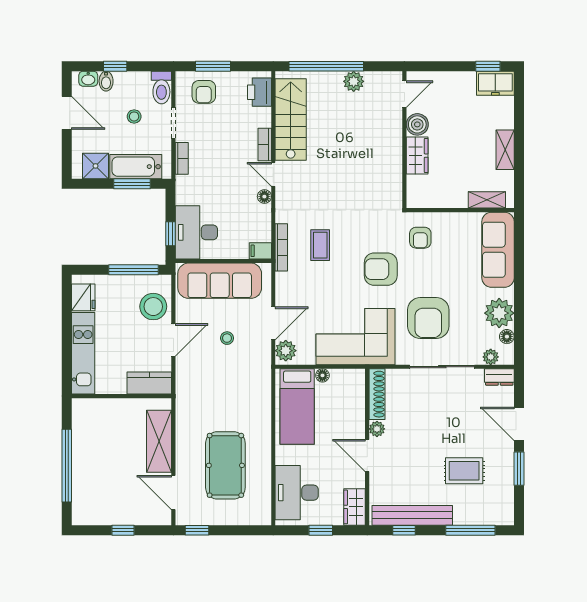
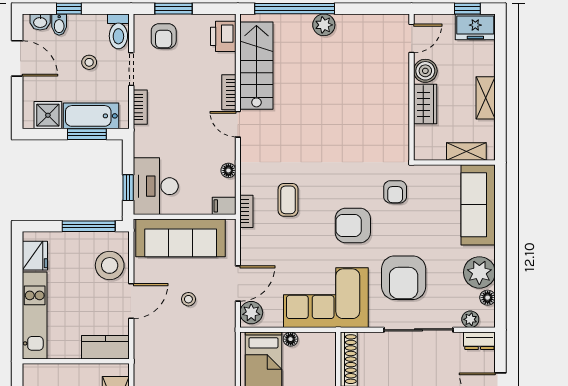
door: (404, 94) -> (412, 38), moved
boiler: (417, 124) -> (425, 71), moved
wall: (404, 140) -> (412, 87), moved
wardrobe: (417, 156) -> (425, 104), moved
floor lamp: (264, 197) -> (228, 170), moved
bookcase: (281, 247) -> (246, 211), width x0.64

